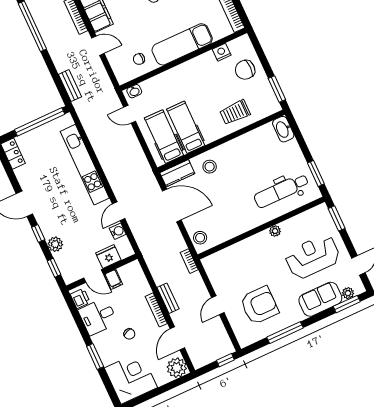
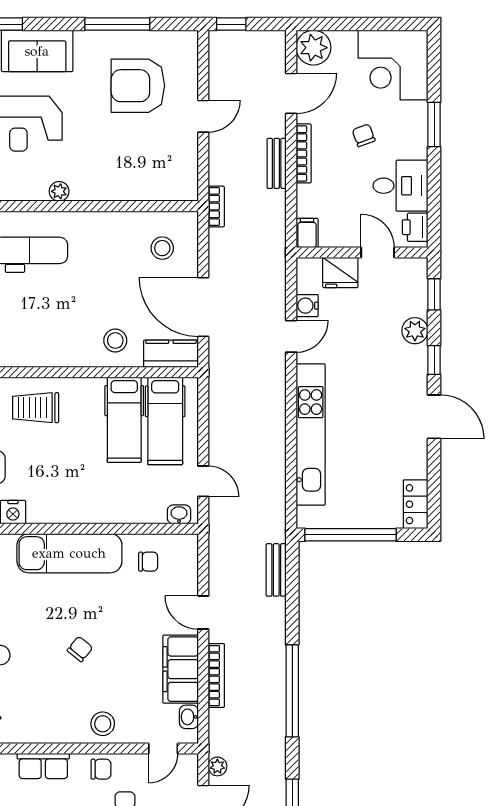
trolley: (235, 112) -> (36, 408), turned 180
stool: (200, 238) -> (162, 248), moved
filing cabinet: (113, 279) -> (307, 233), moved

